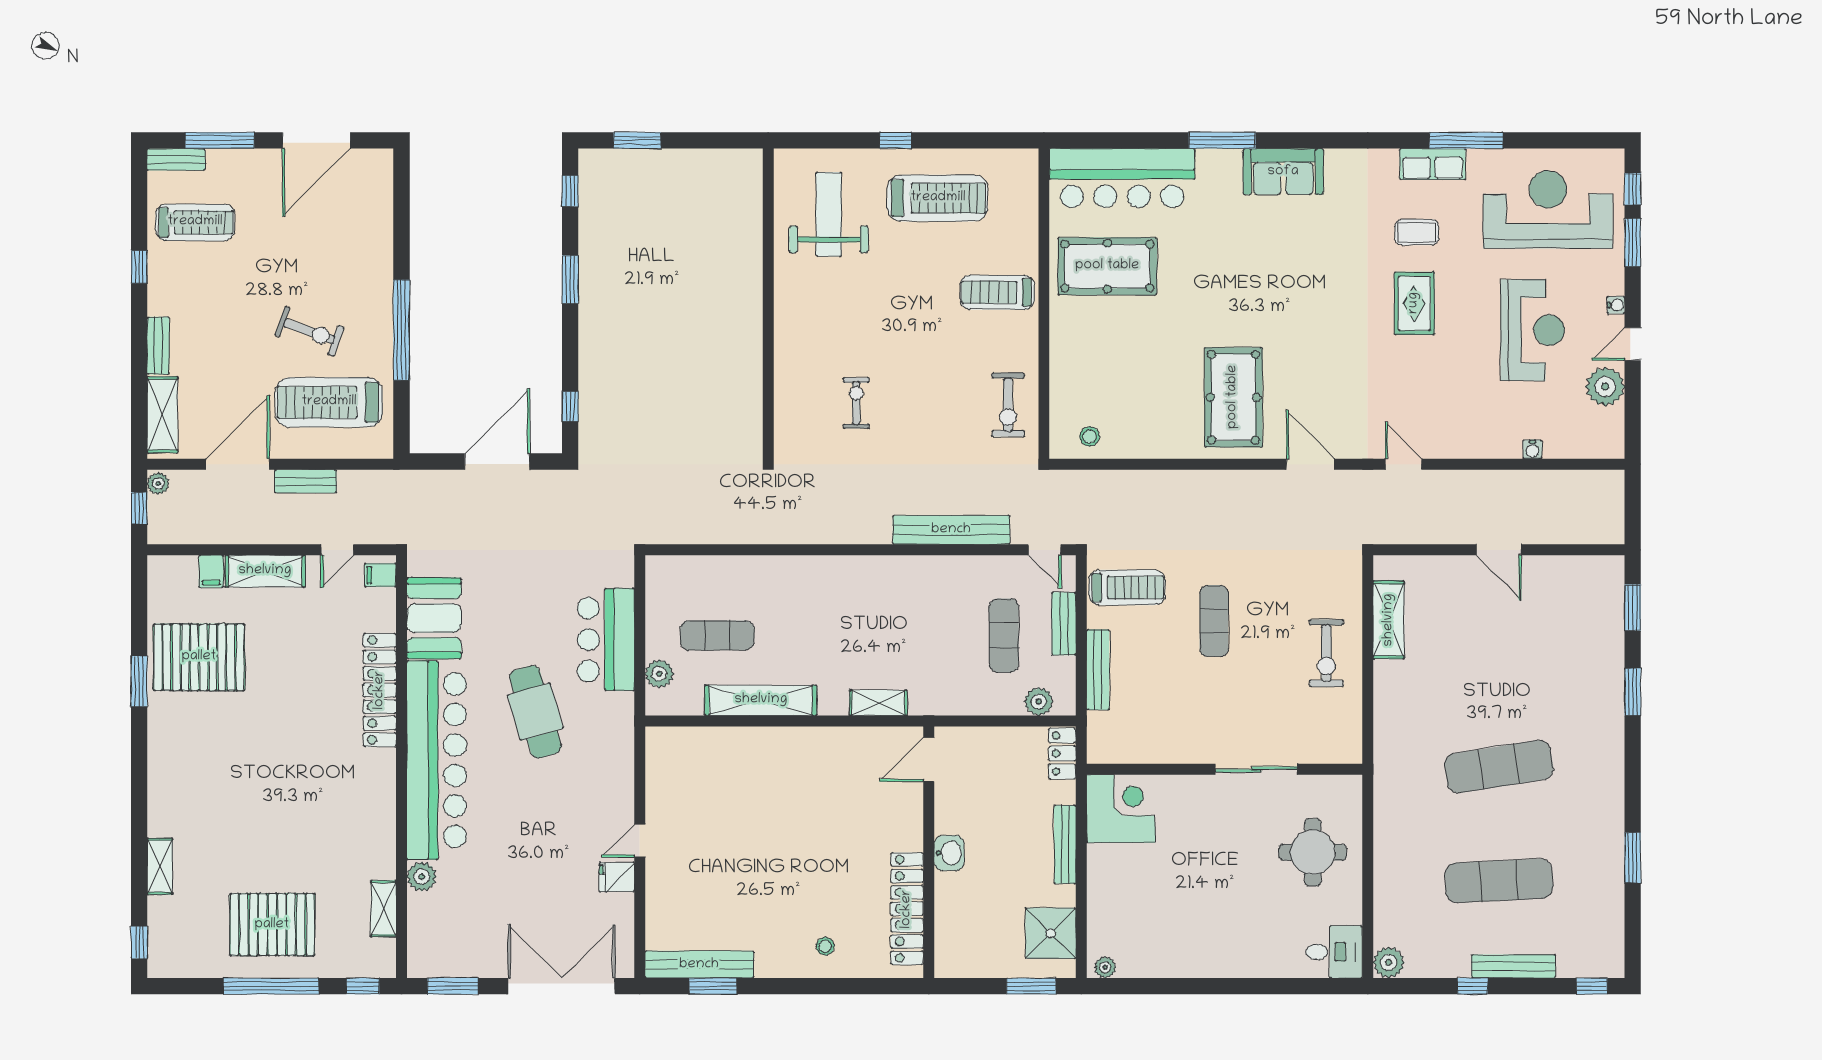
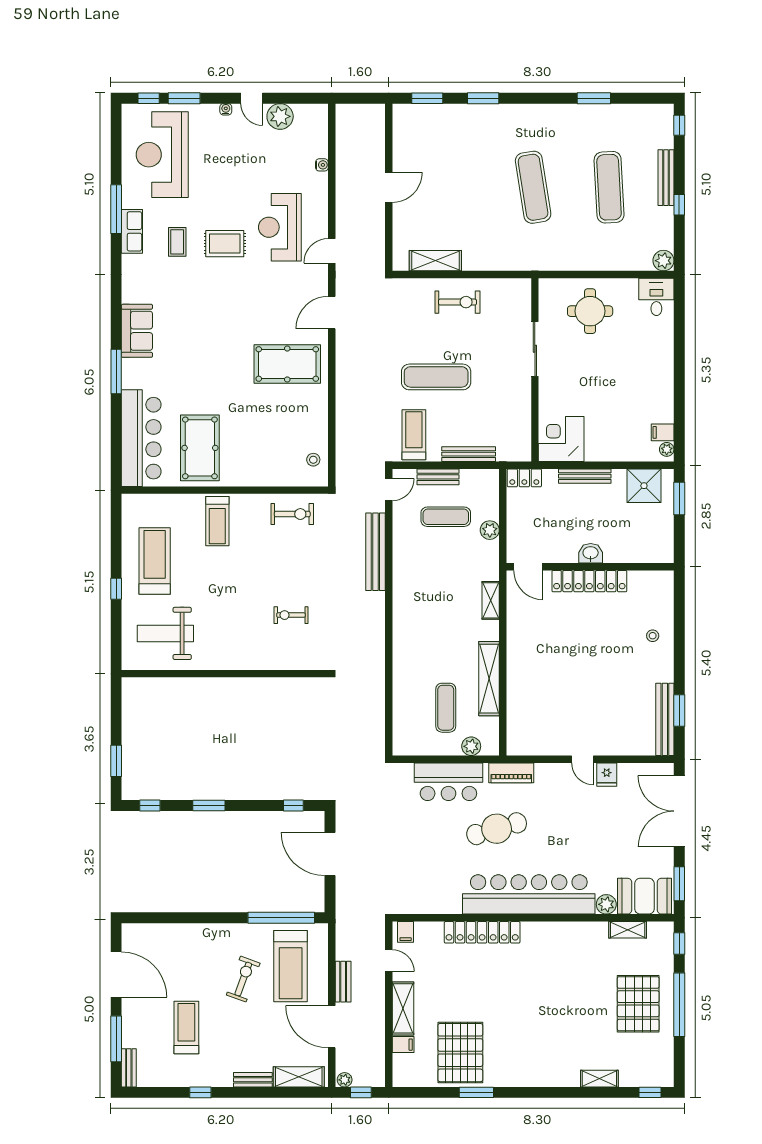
treadmill: (195, 222) -> (186, 1028), moved
window: (401, 330) -> (281, 918), moved
reception desk: (1533, 330) -> (280, 227), moved, turned -90
booth: (434, 618) -> (644, 896), moved
exercise mat: (1214, 621) -> (436, 377), width x1.36, depth x1.45
plant: (1039, 702) -> (490, 530), moved
piano: (619, 734) -> (511, 773), added
locker: (907, 909) -> (589, 581), moved
filing cabinet: (1131, 961) -> (663, 432), added

